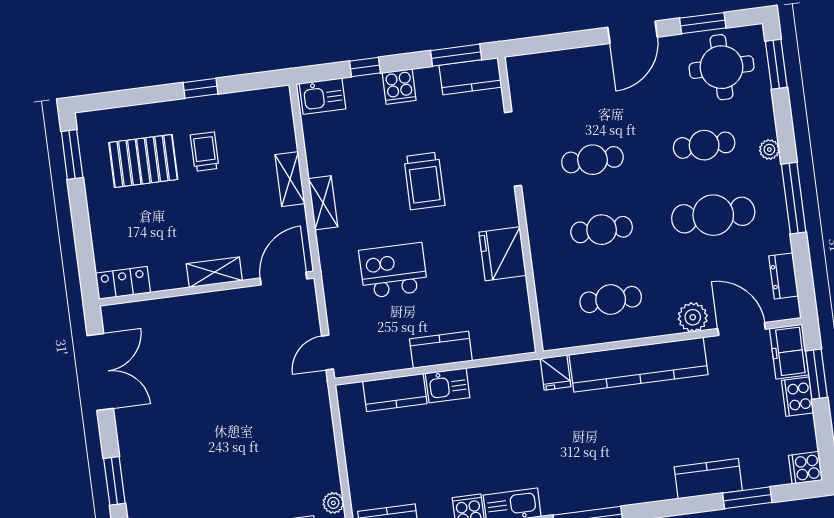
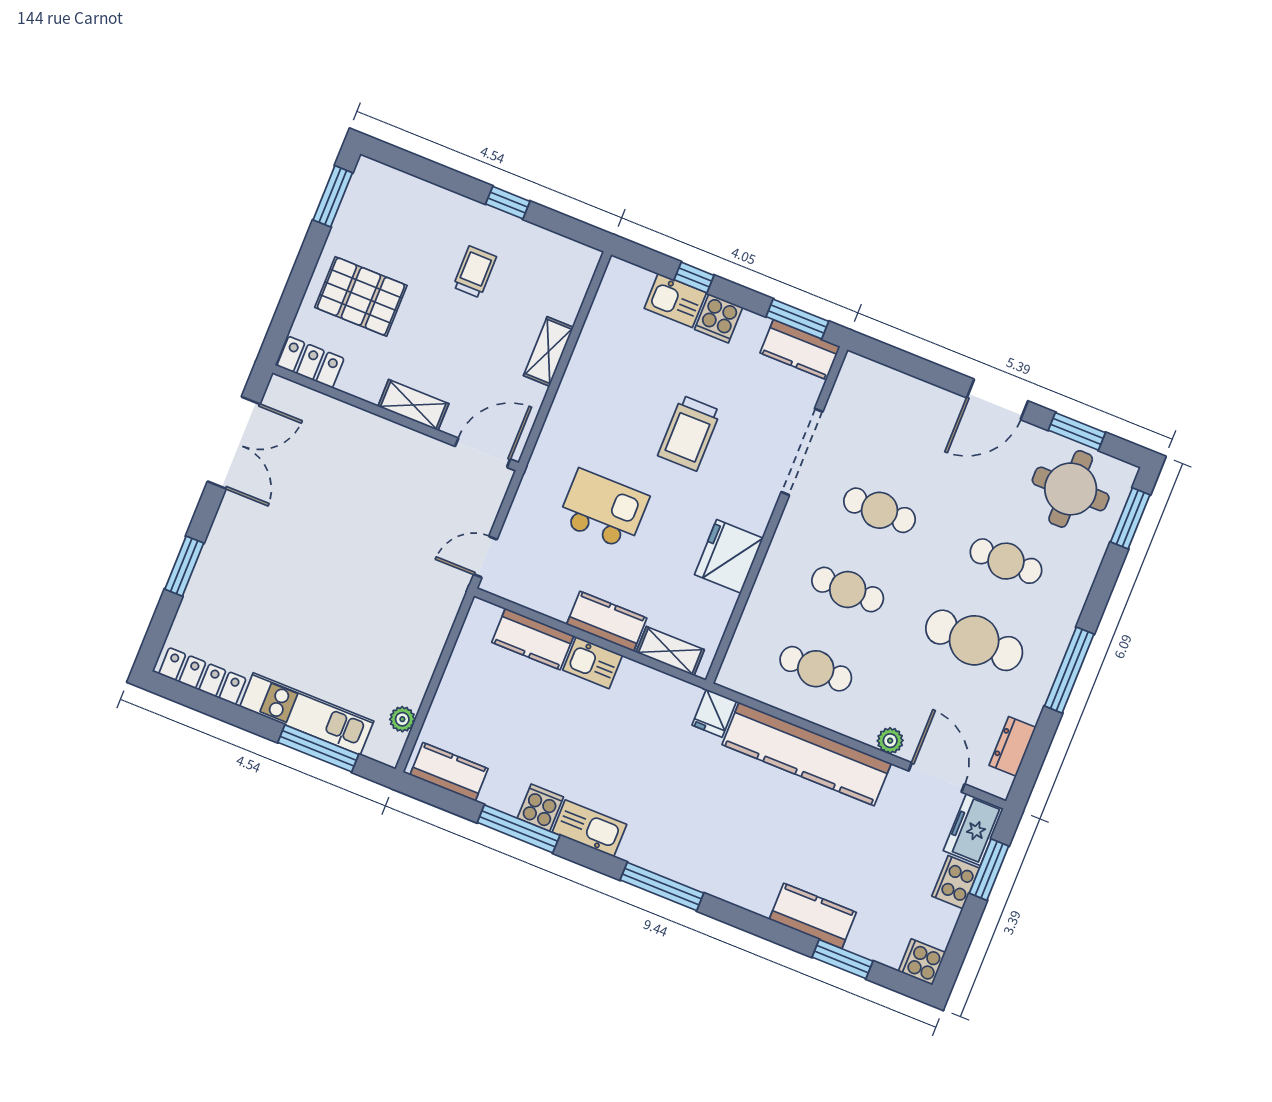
kitchen sink: (323, 96) -> (675, 300), moved
plant: (769, 149) -> (1072, 604), removed
pallet: (143, 161) -> (361, 296), moved
shelving: (323, 203) -> (670, 651), moved, turned 90
plant: (693, 317) -> (890, 741), width x0.73, depth x0.73

